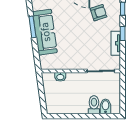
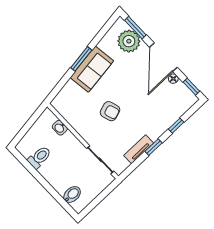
armchair: (99, 13) -> (110, 111), moved
sofa: (45, 32) -> (92, 69), width x0.73
toilet: (94, 105) -> (39, 157), moved

